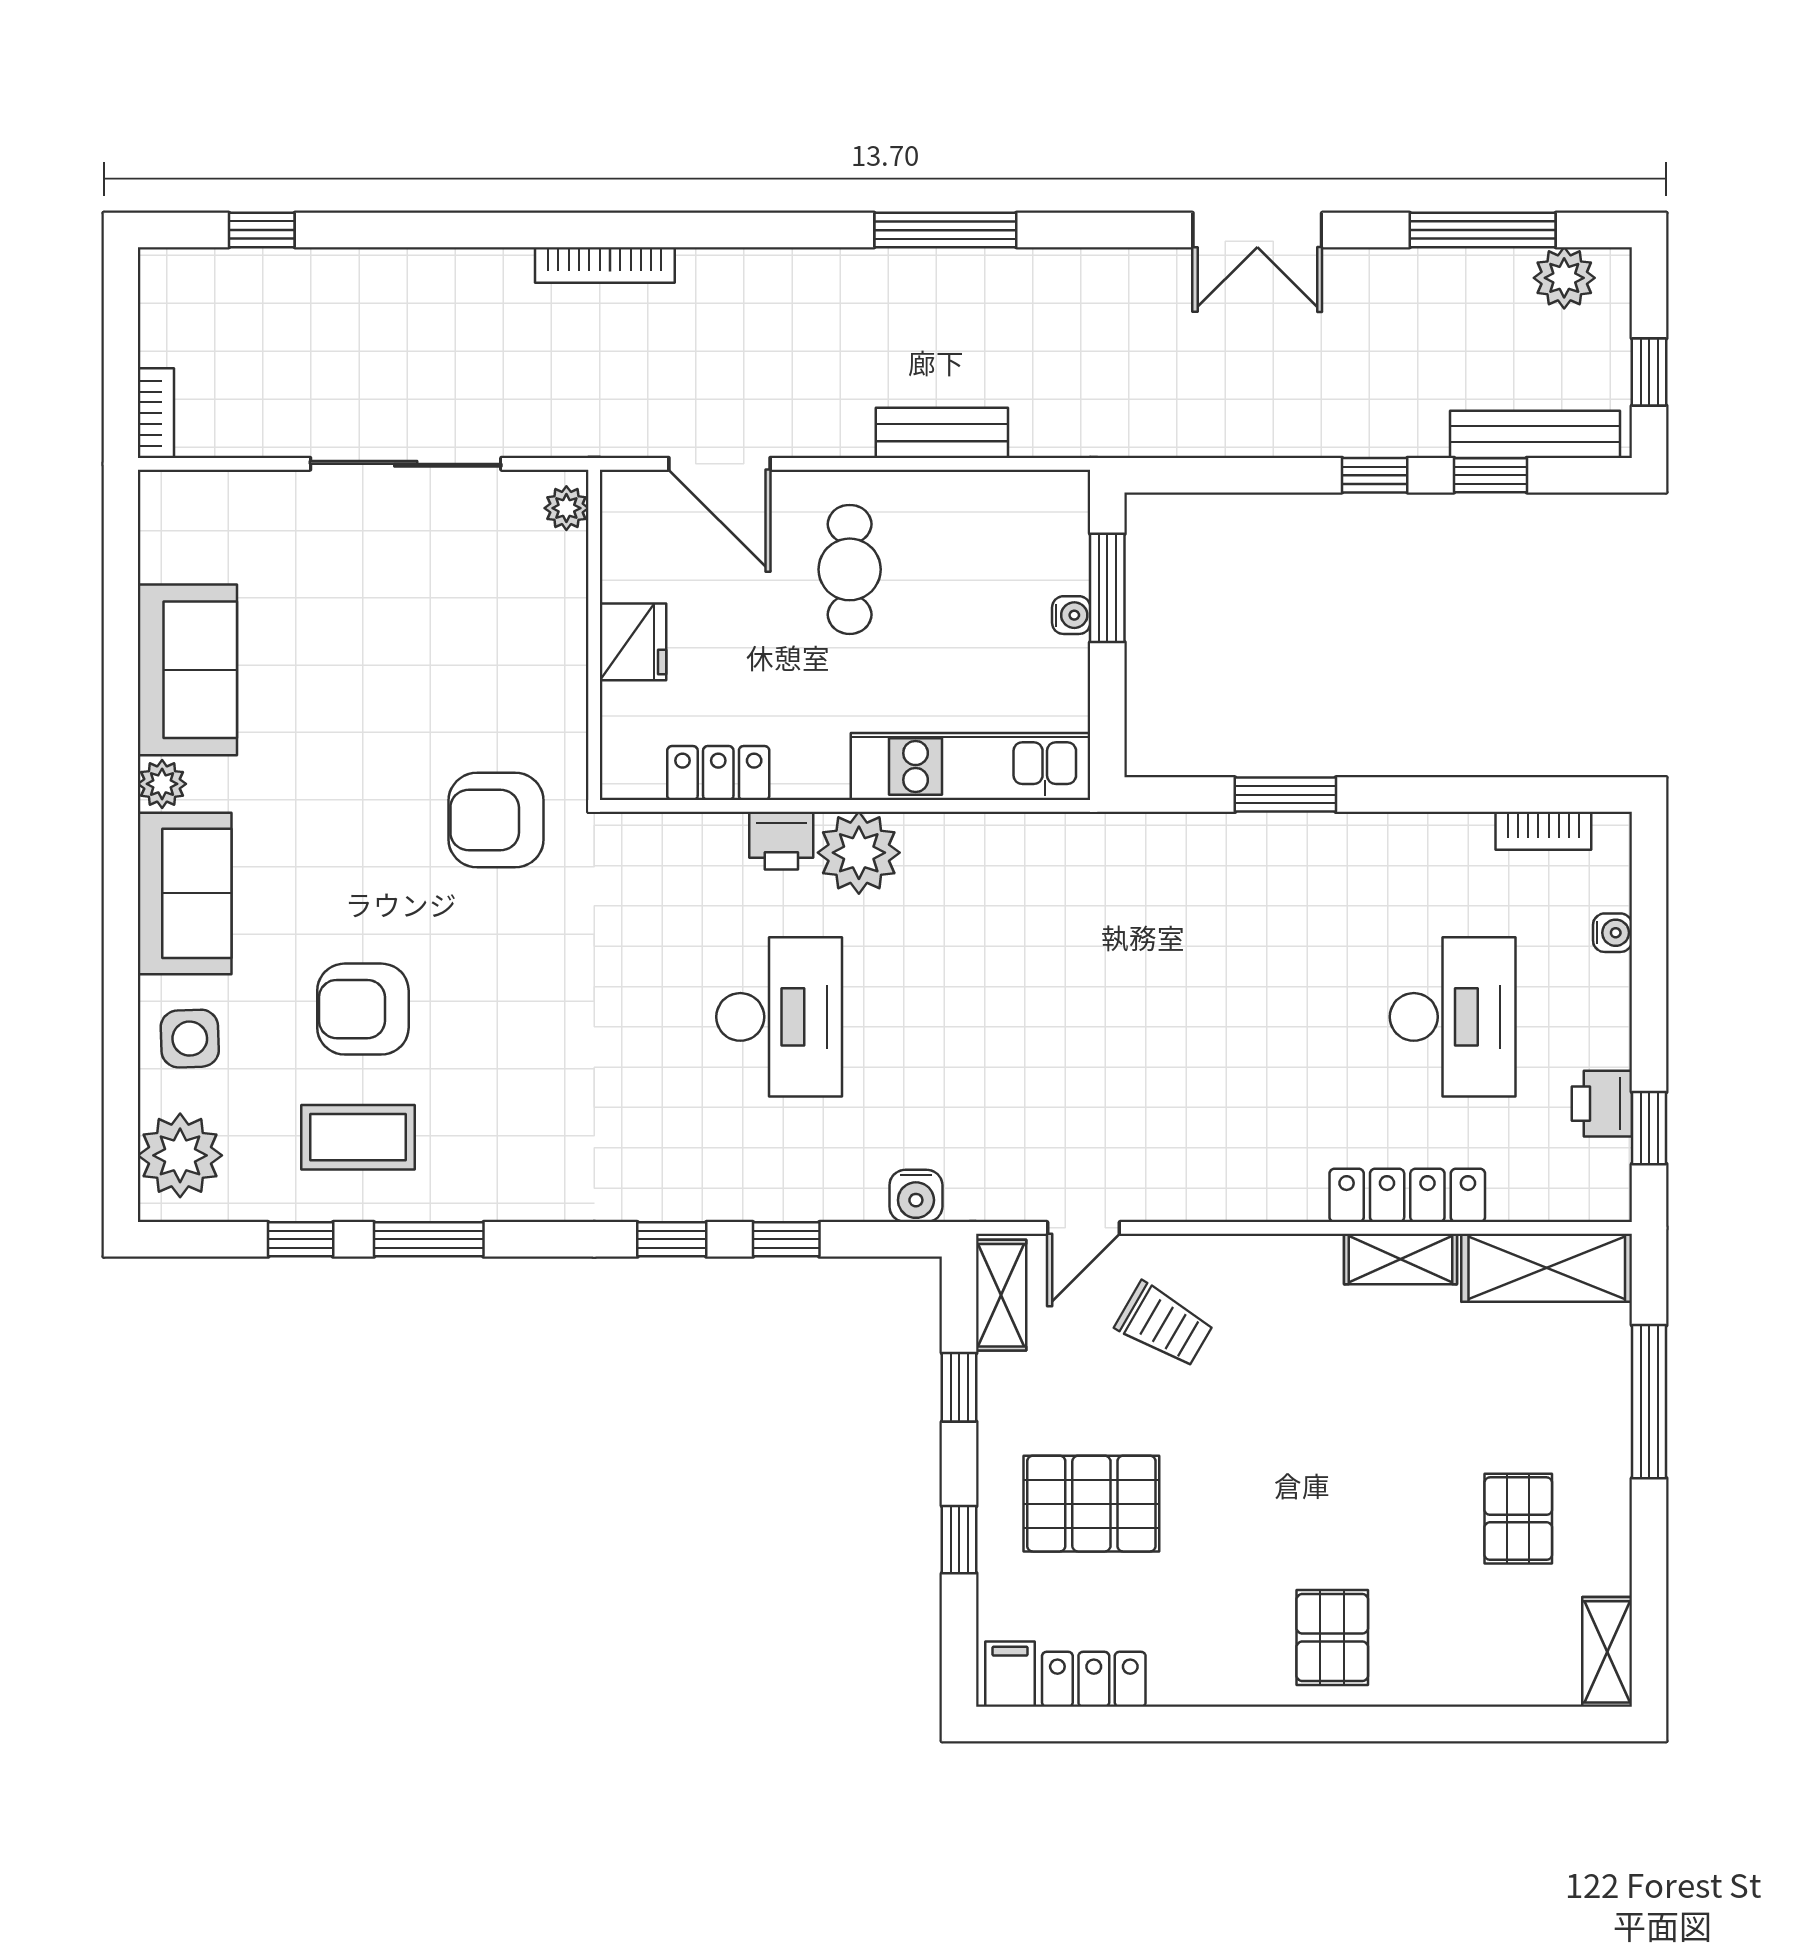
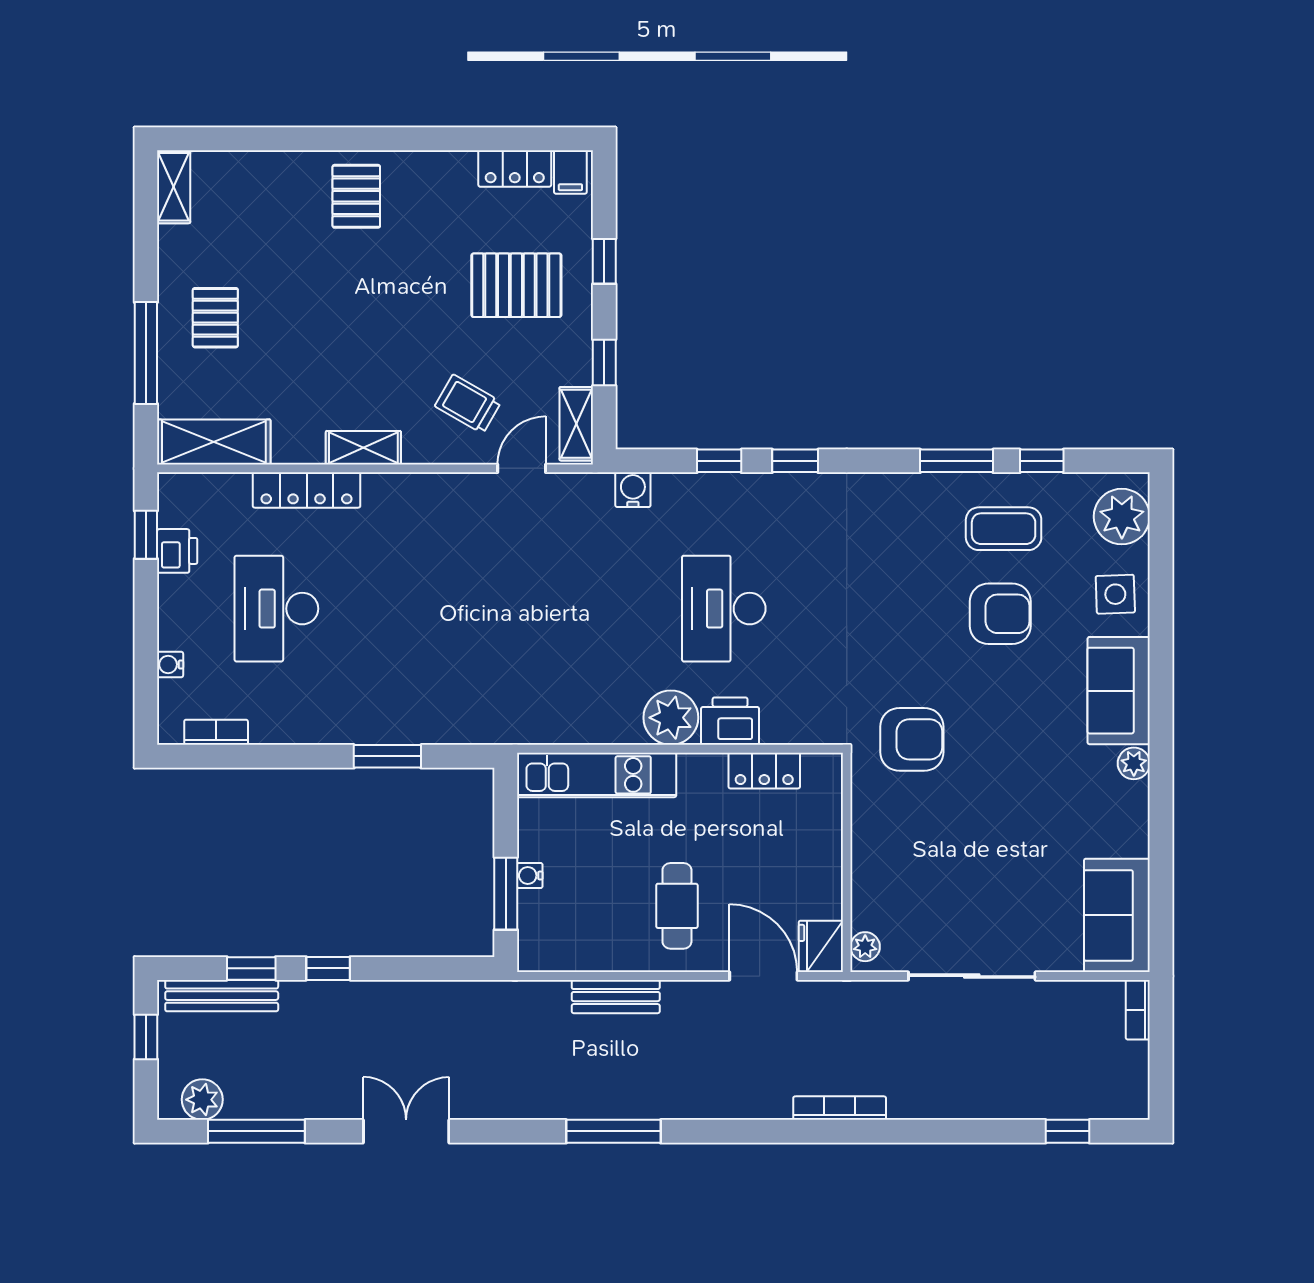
fridge: (633, 642) -> (821, 946), moved
sofa: (187, 670) -> (1117, 915), moved
printer: (781, 841) -> (730, 721), width x1.36, depth x1.24
shelving: (1401, 1259) -> (363, 448), moved
pallet: (1518, 1519) -> (215, 318), moved

